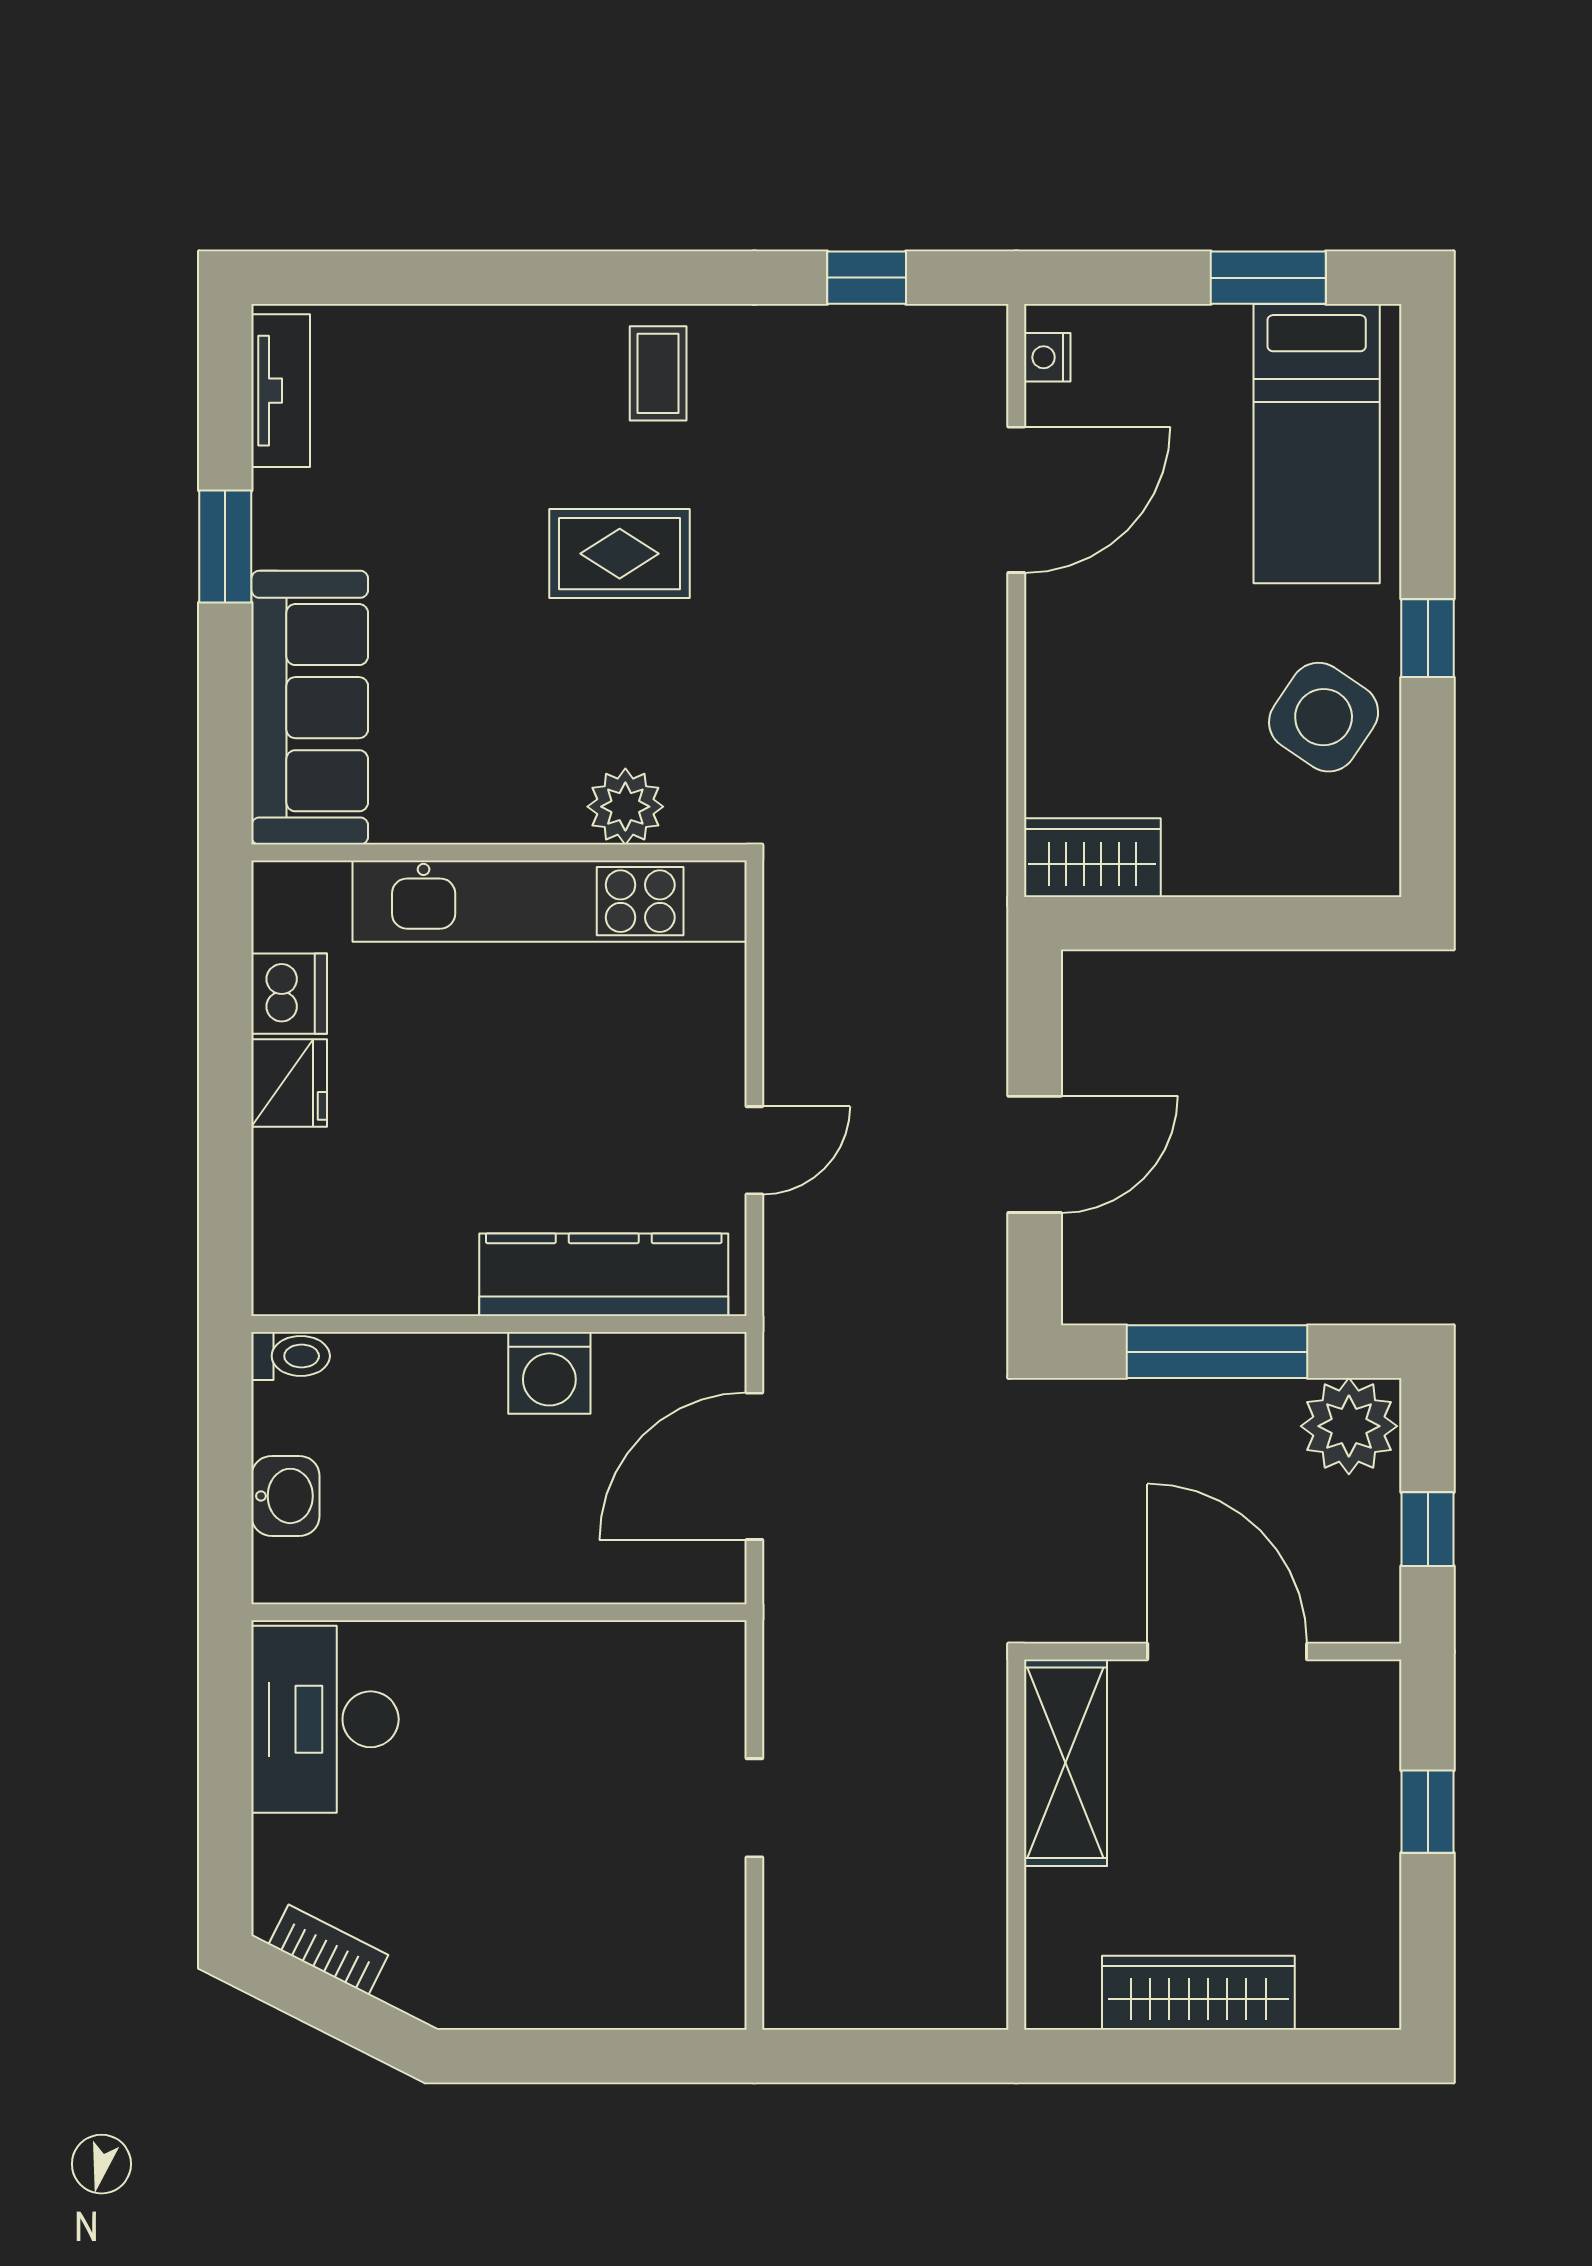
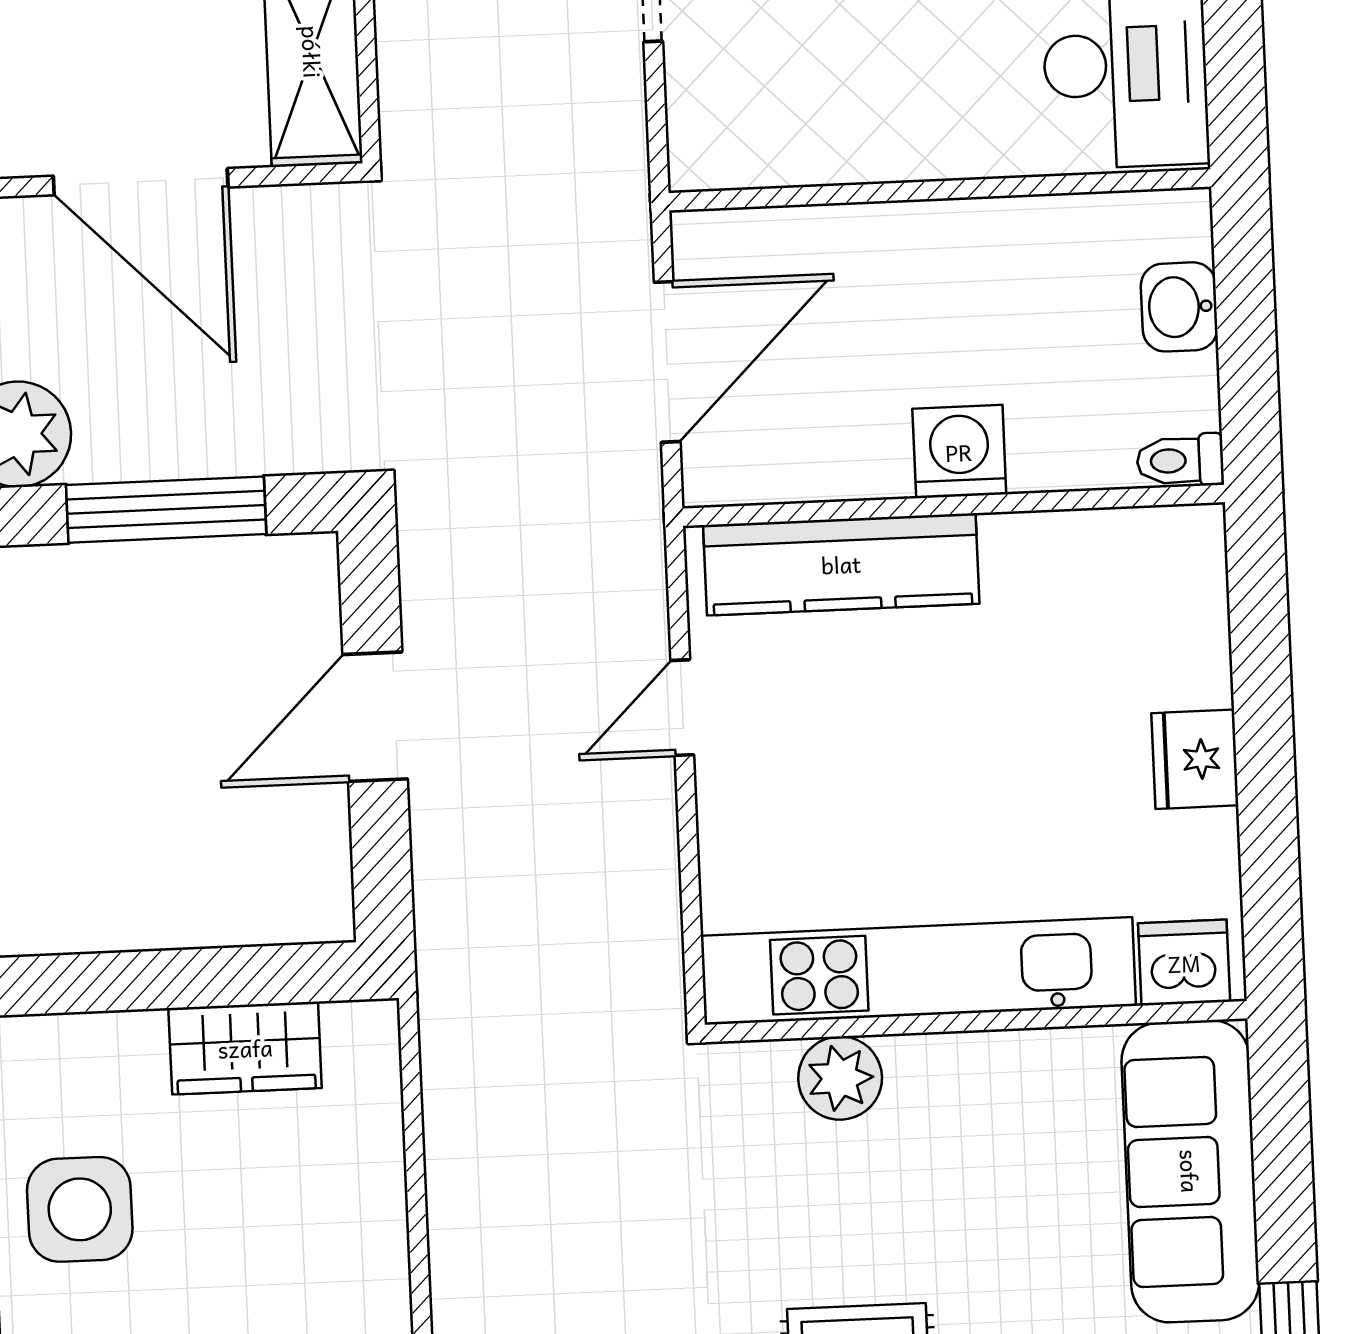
side table: (1324, 717) -> (80, 1209), turned -34
wardrobe: (1092, 858) -> (245, 1048), moved
dishwasher: (289, 994) -> (1184, 963), moved, turned 90
washing machine: (549, 1373) -> (959, 452), moved

